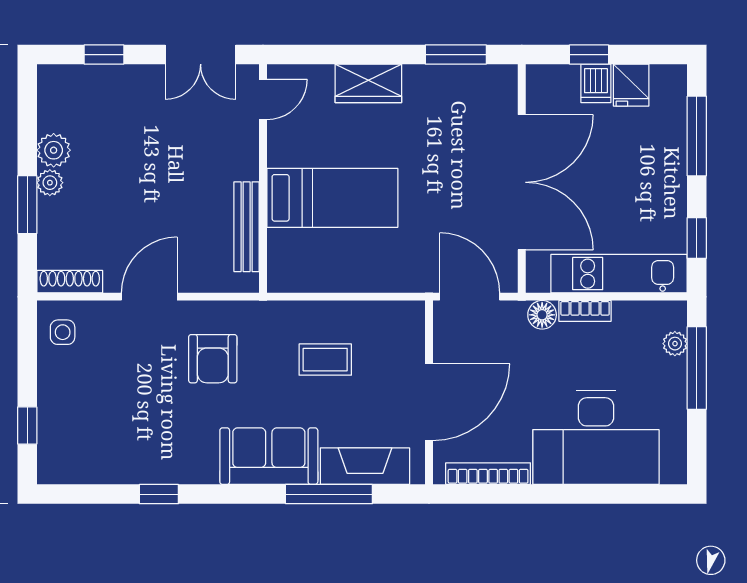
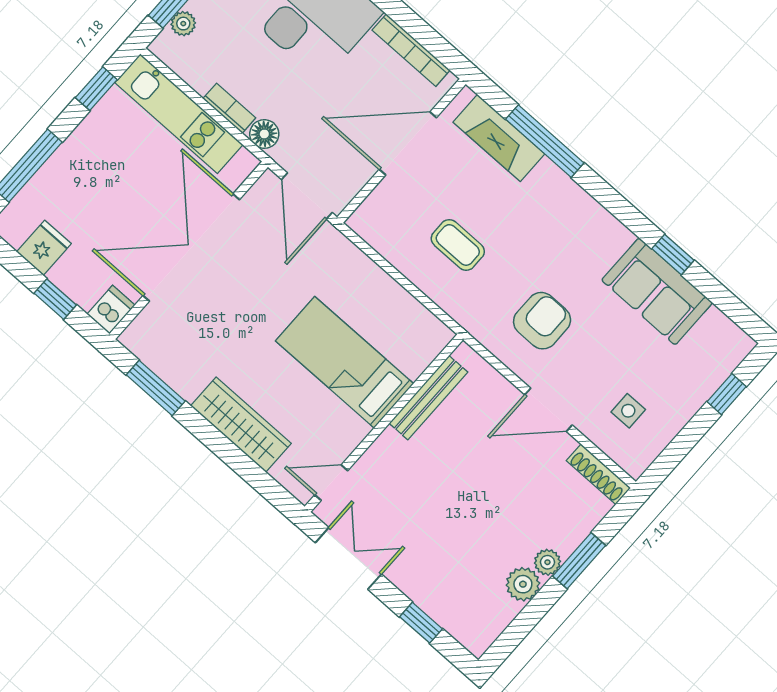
wardrobe: (368, 83) -> (241, 425), width x1.50
dishwasher: (596, 83) -> (111, 310), moved
side table: (63, 332) -> (628, 411), moved
sofa: (269, 456) -> (657, 291), moved

